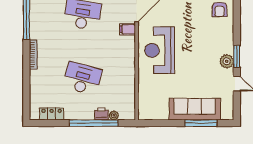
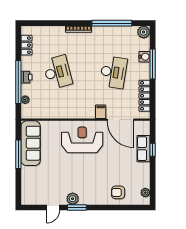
desk: (82, 78) -> (58, 72), turned -30
sofa: (195, 109) -> (31, 143), moved
printer: (101, 114) -> (26, 77), moved
window: (201, 123) -> (18, 154), moved

